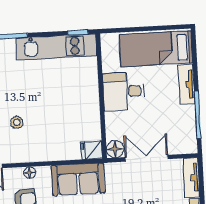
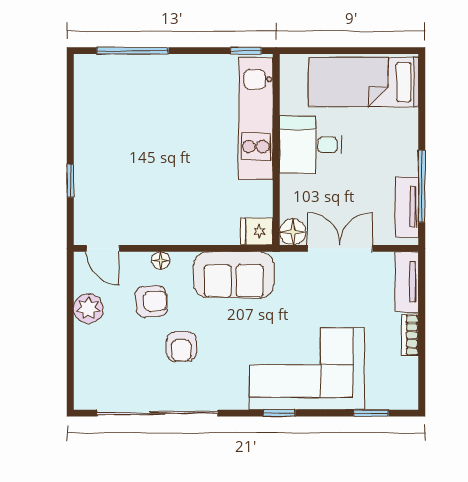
kitchen unit: (57, 47) -> (256, 118), moved, turned 90
tv unit: (186, 84) -> (407, 207), moved
stool: (17, 122) -> (145, 183), removed

